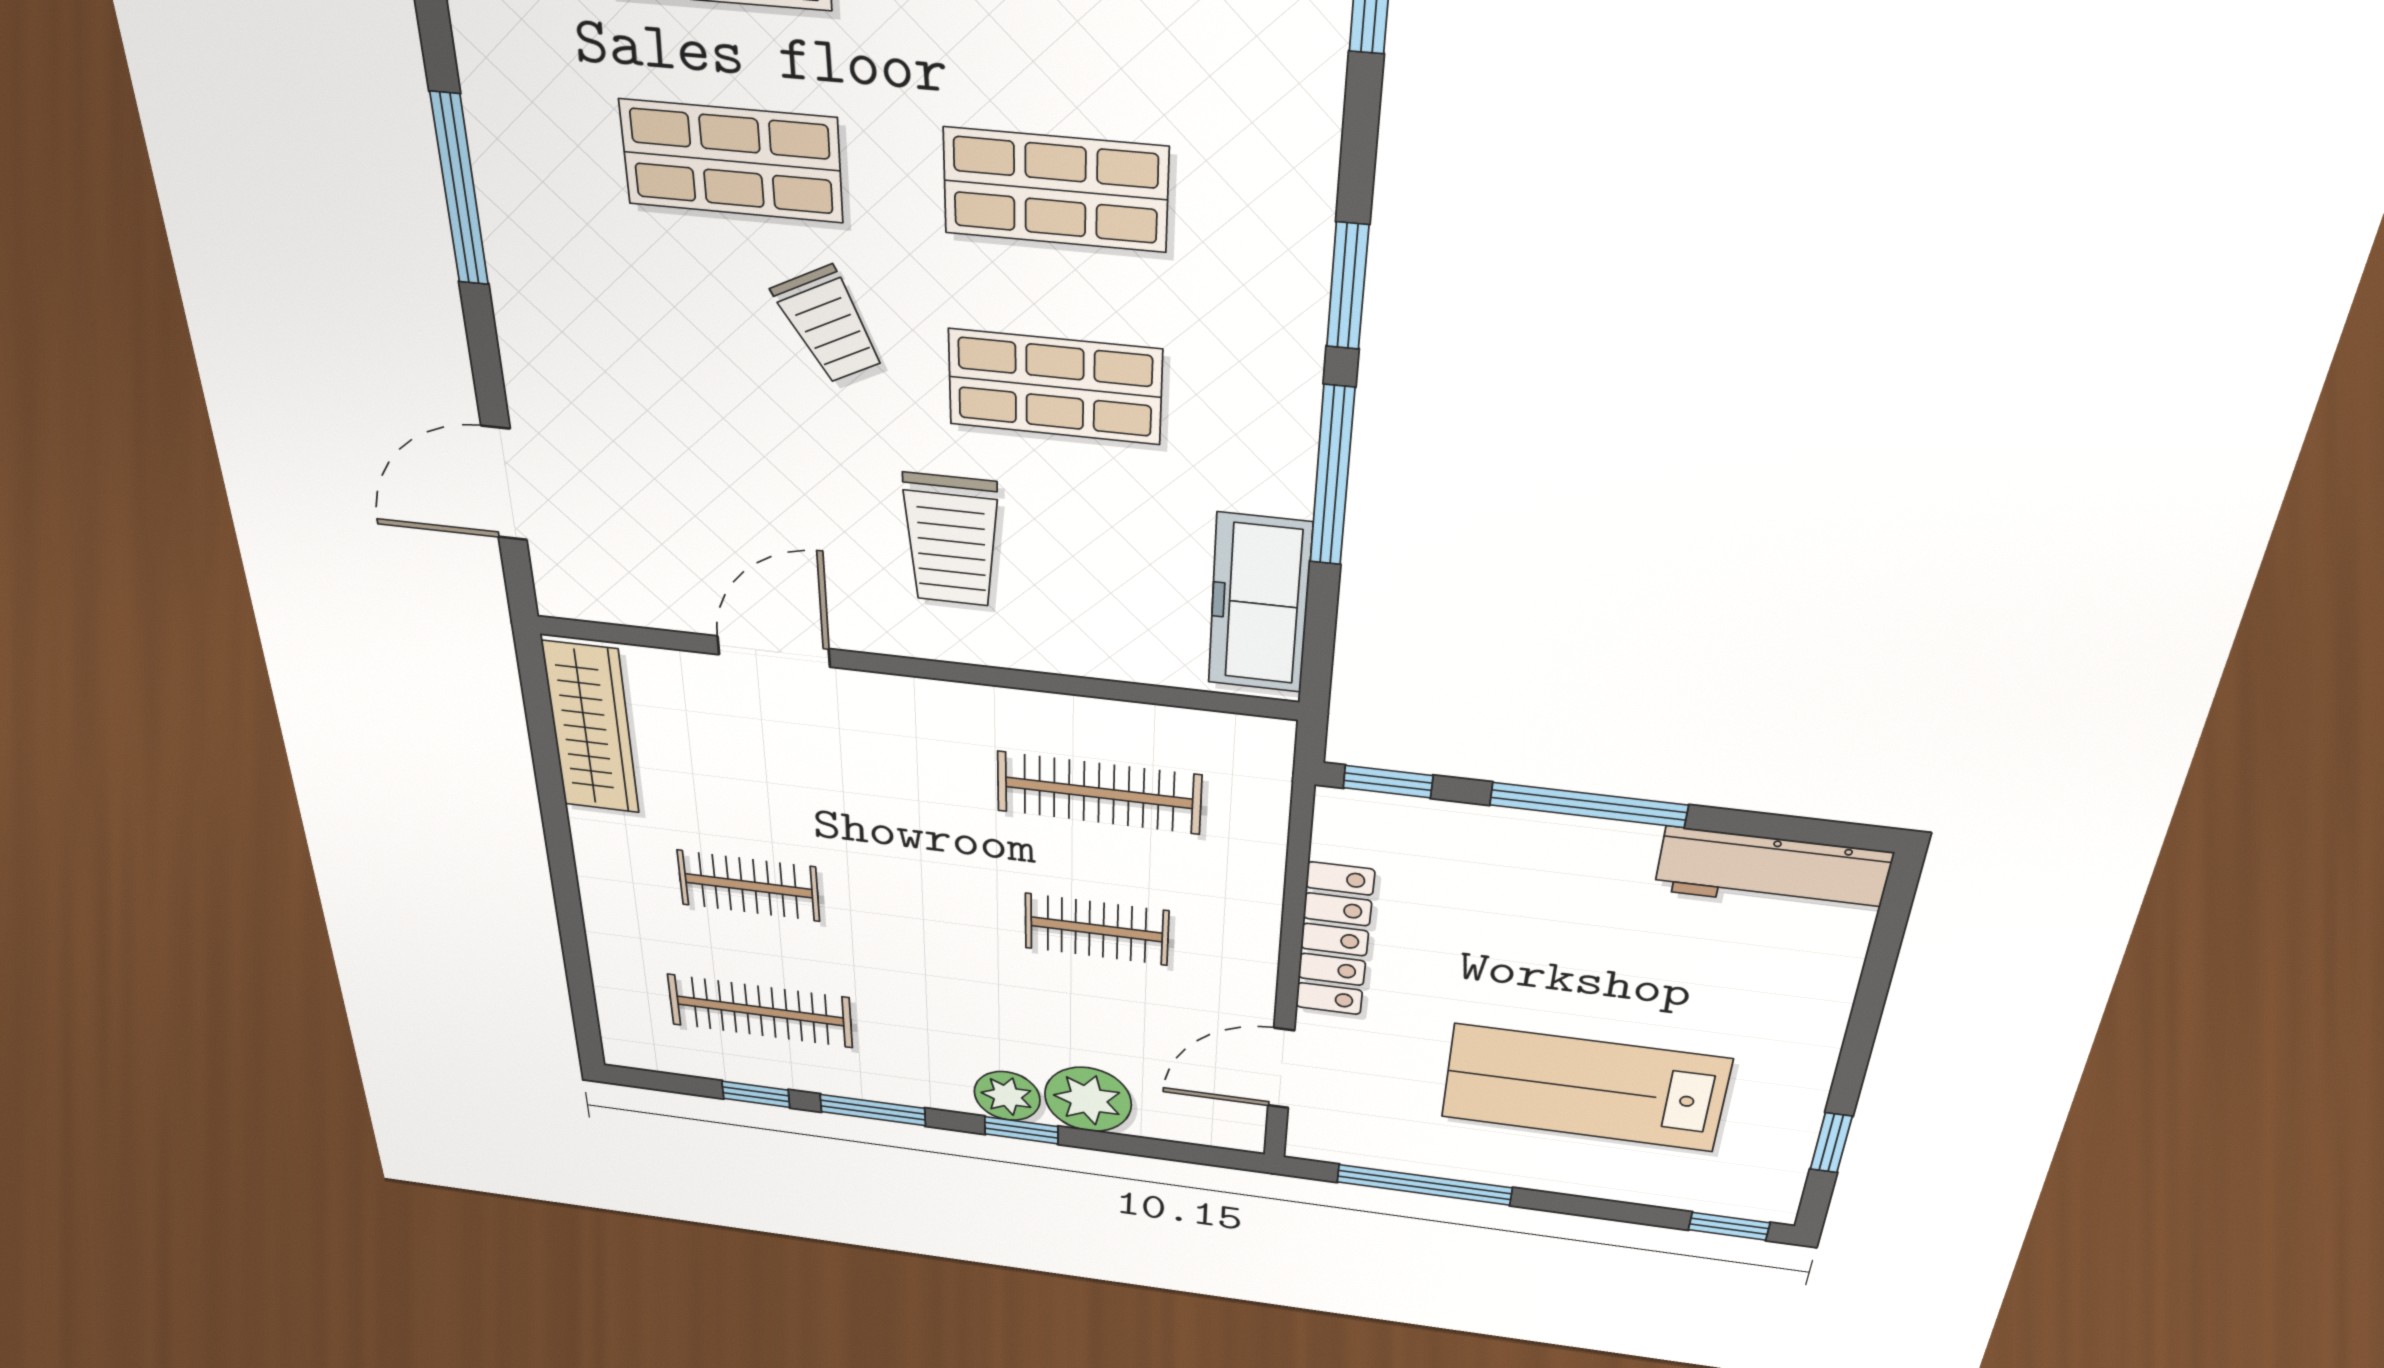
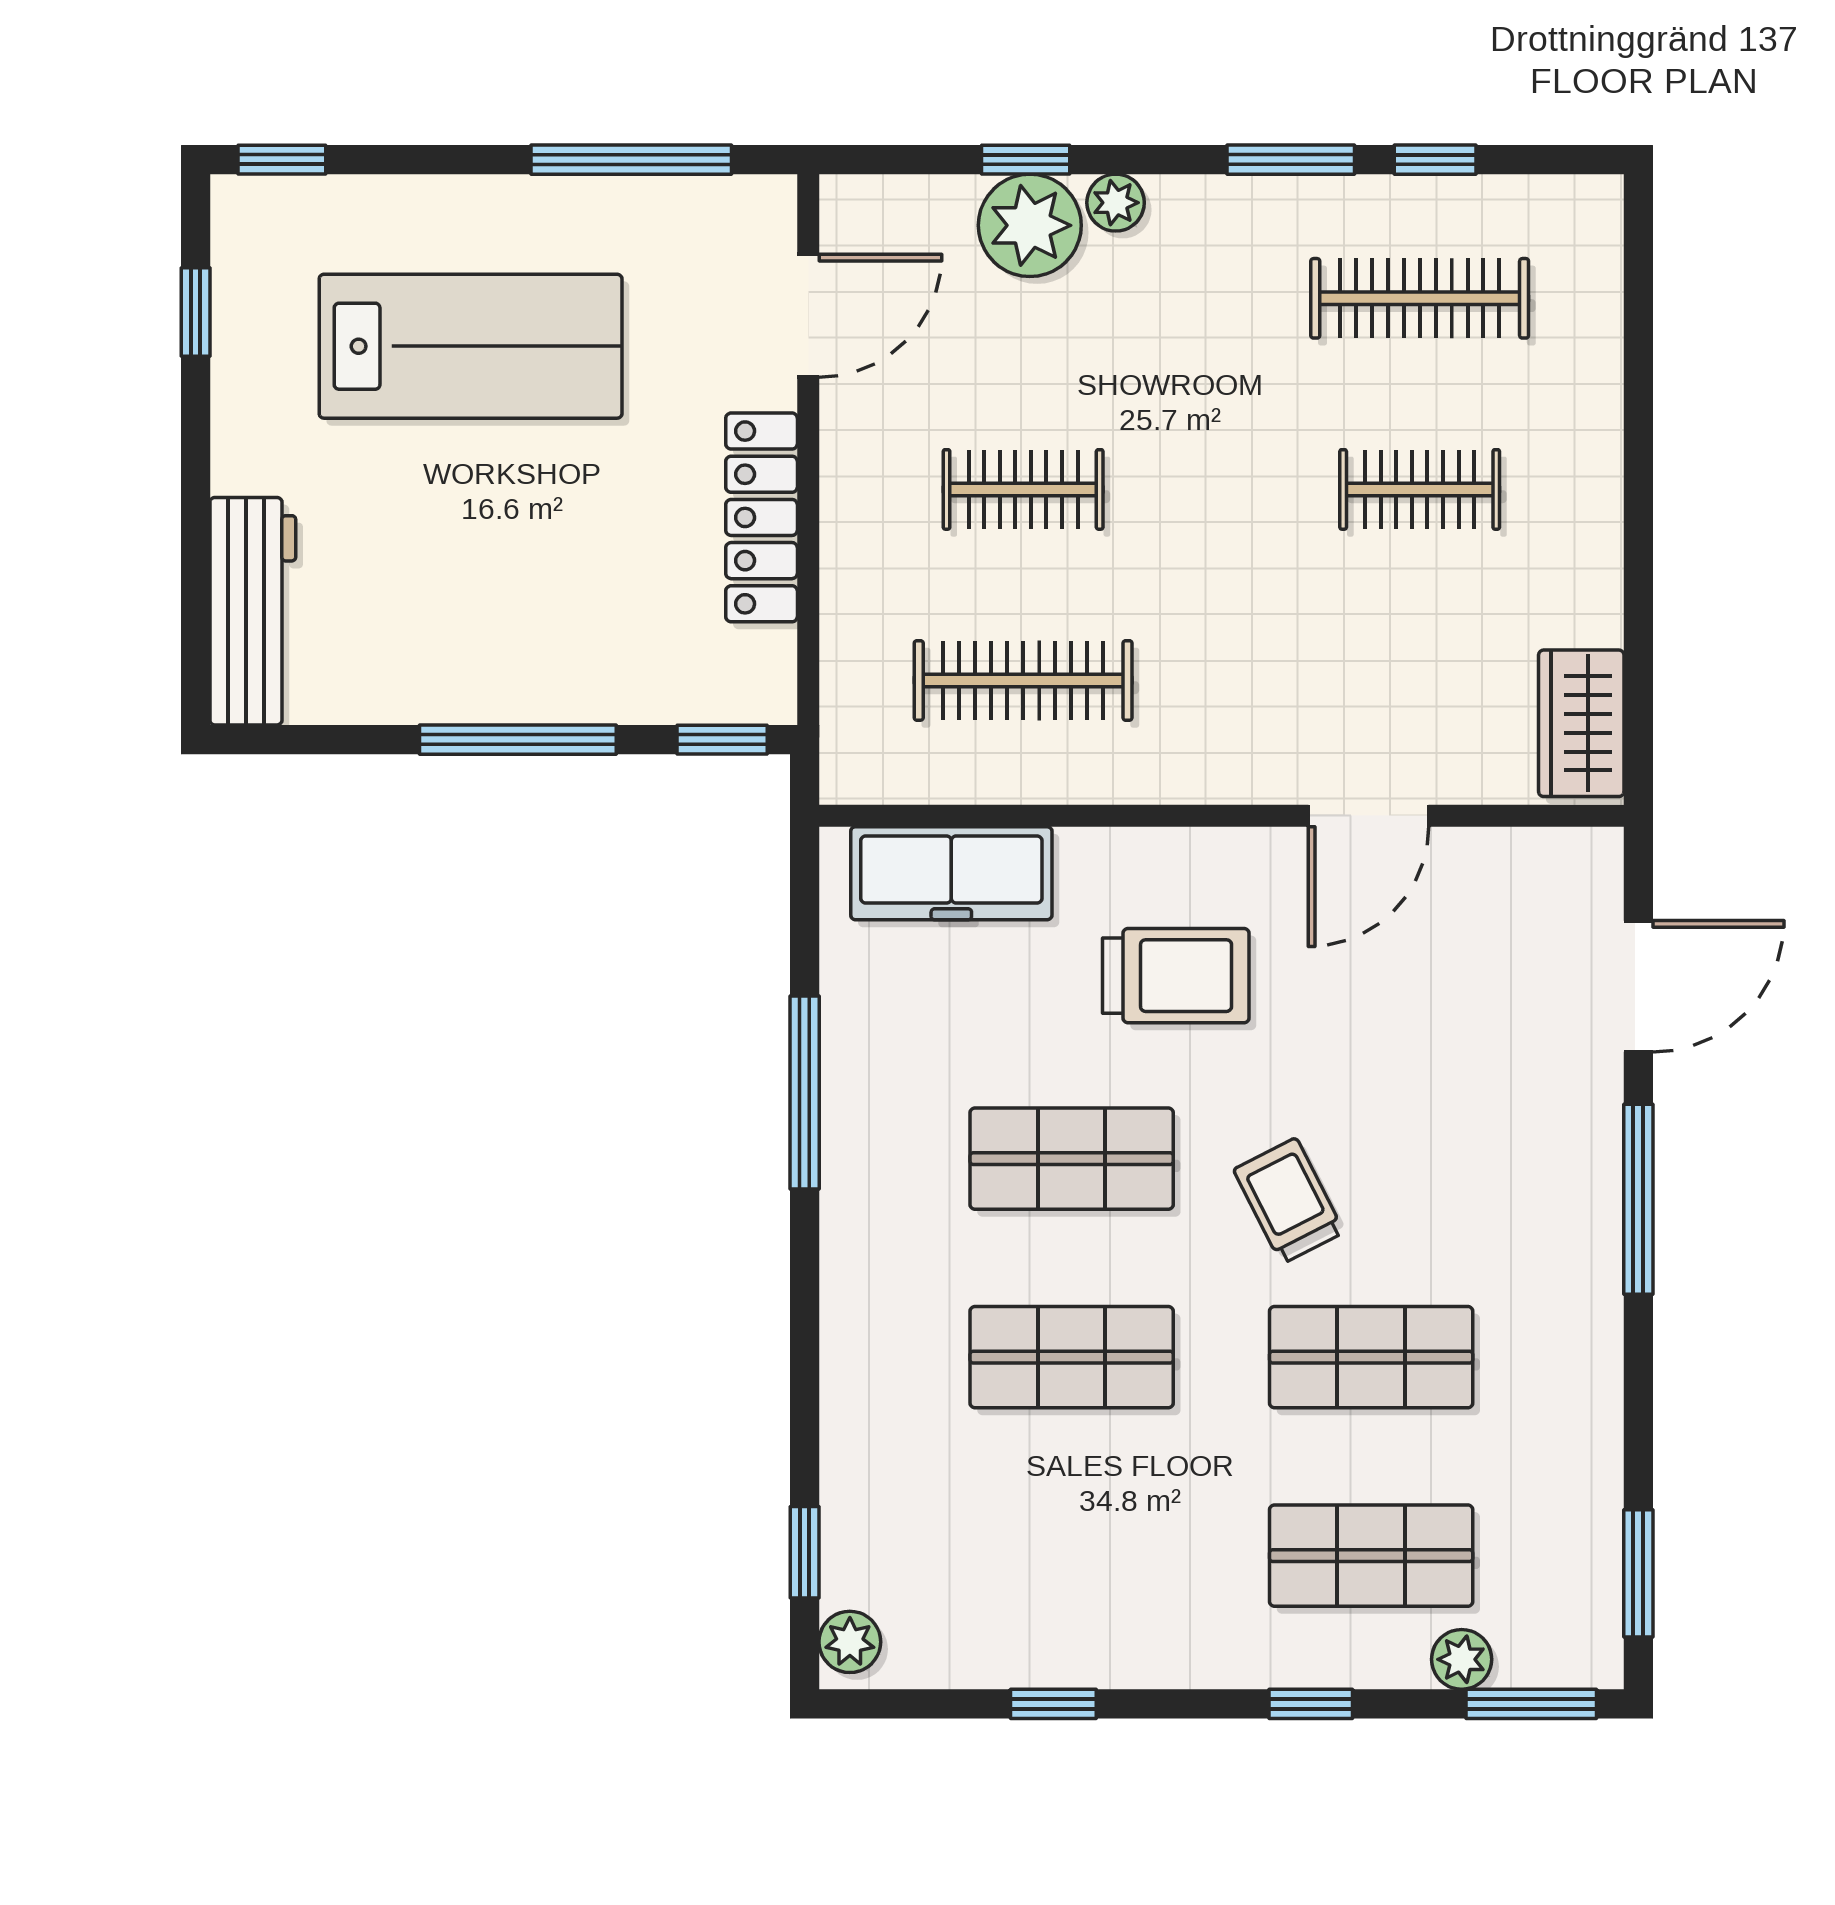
window: (460, 190) -> (1638, 1199), moved
window: (1348, 286) -> (805, 1290), removed
trolley: (951, 540) -> (1176, 976), turned 90
freezer: (1260, 604) -> (951, 873), moved, turned 90
wardrobe: (591, 728) -> (1581, 723), width x0.67
workbench: (1772, 871) -> (253, 611), moved, turned 90
plant: (1007, 1096) -> (1116, 203), width x0.73, depth x0.73
window: (1021, 1130) -> (1026, 160), moved

